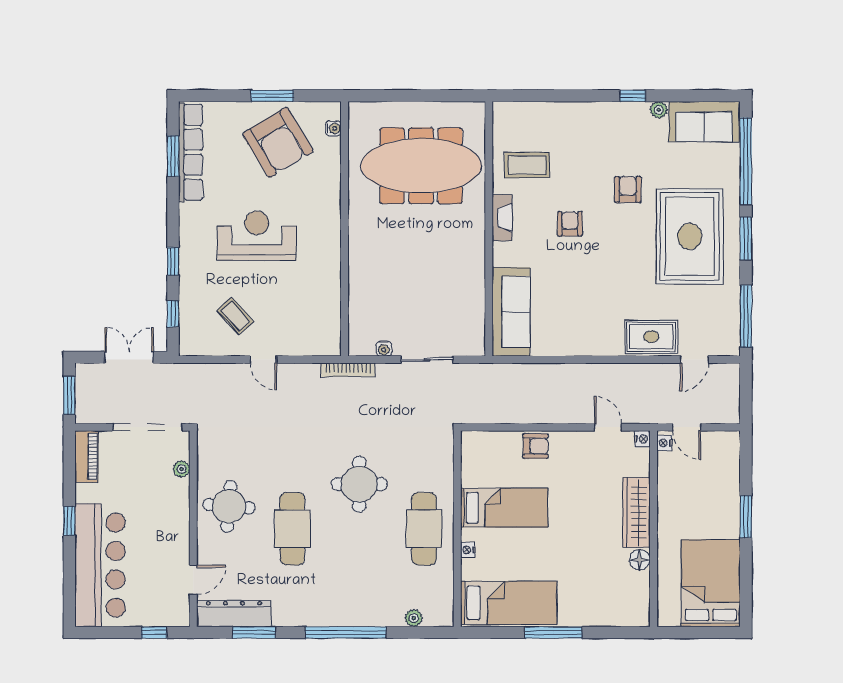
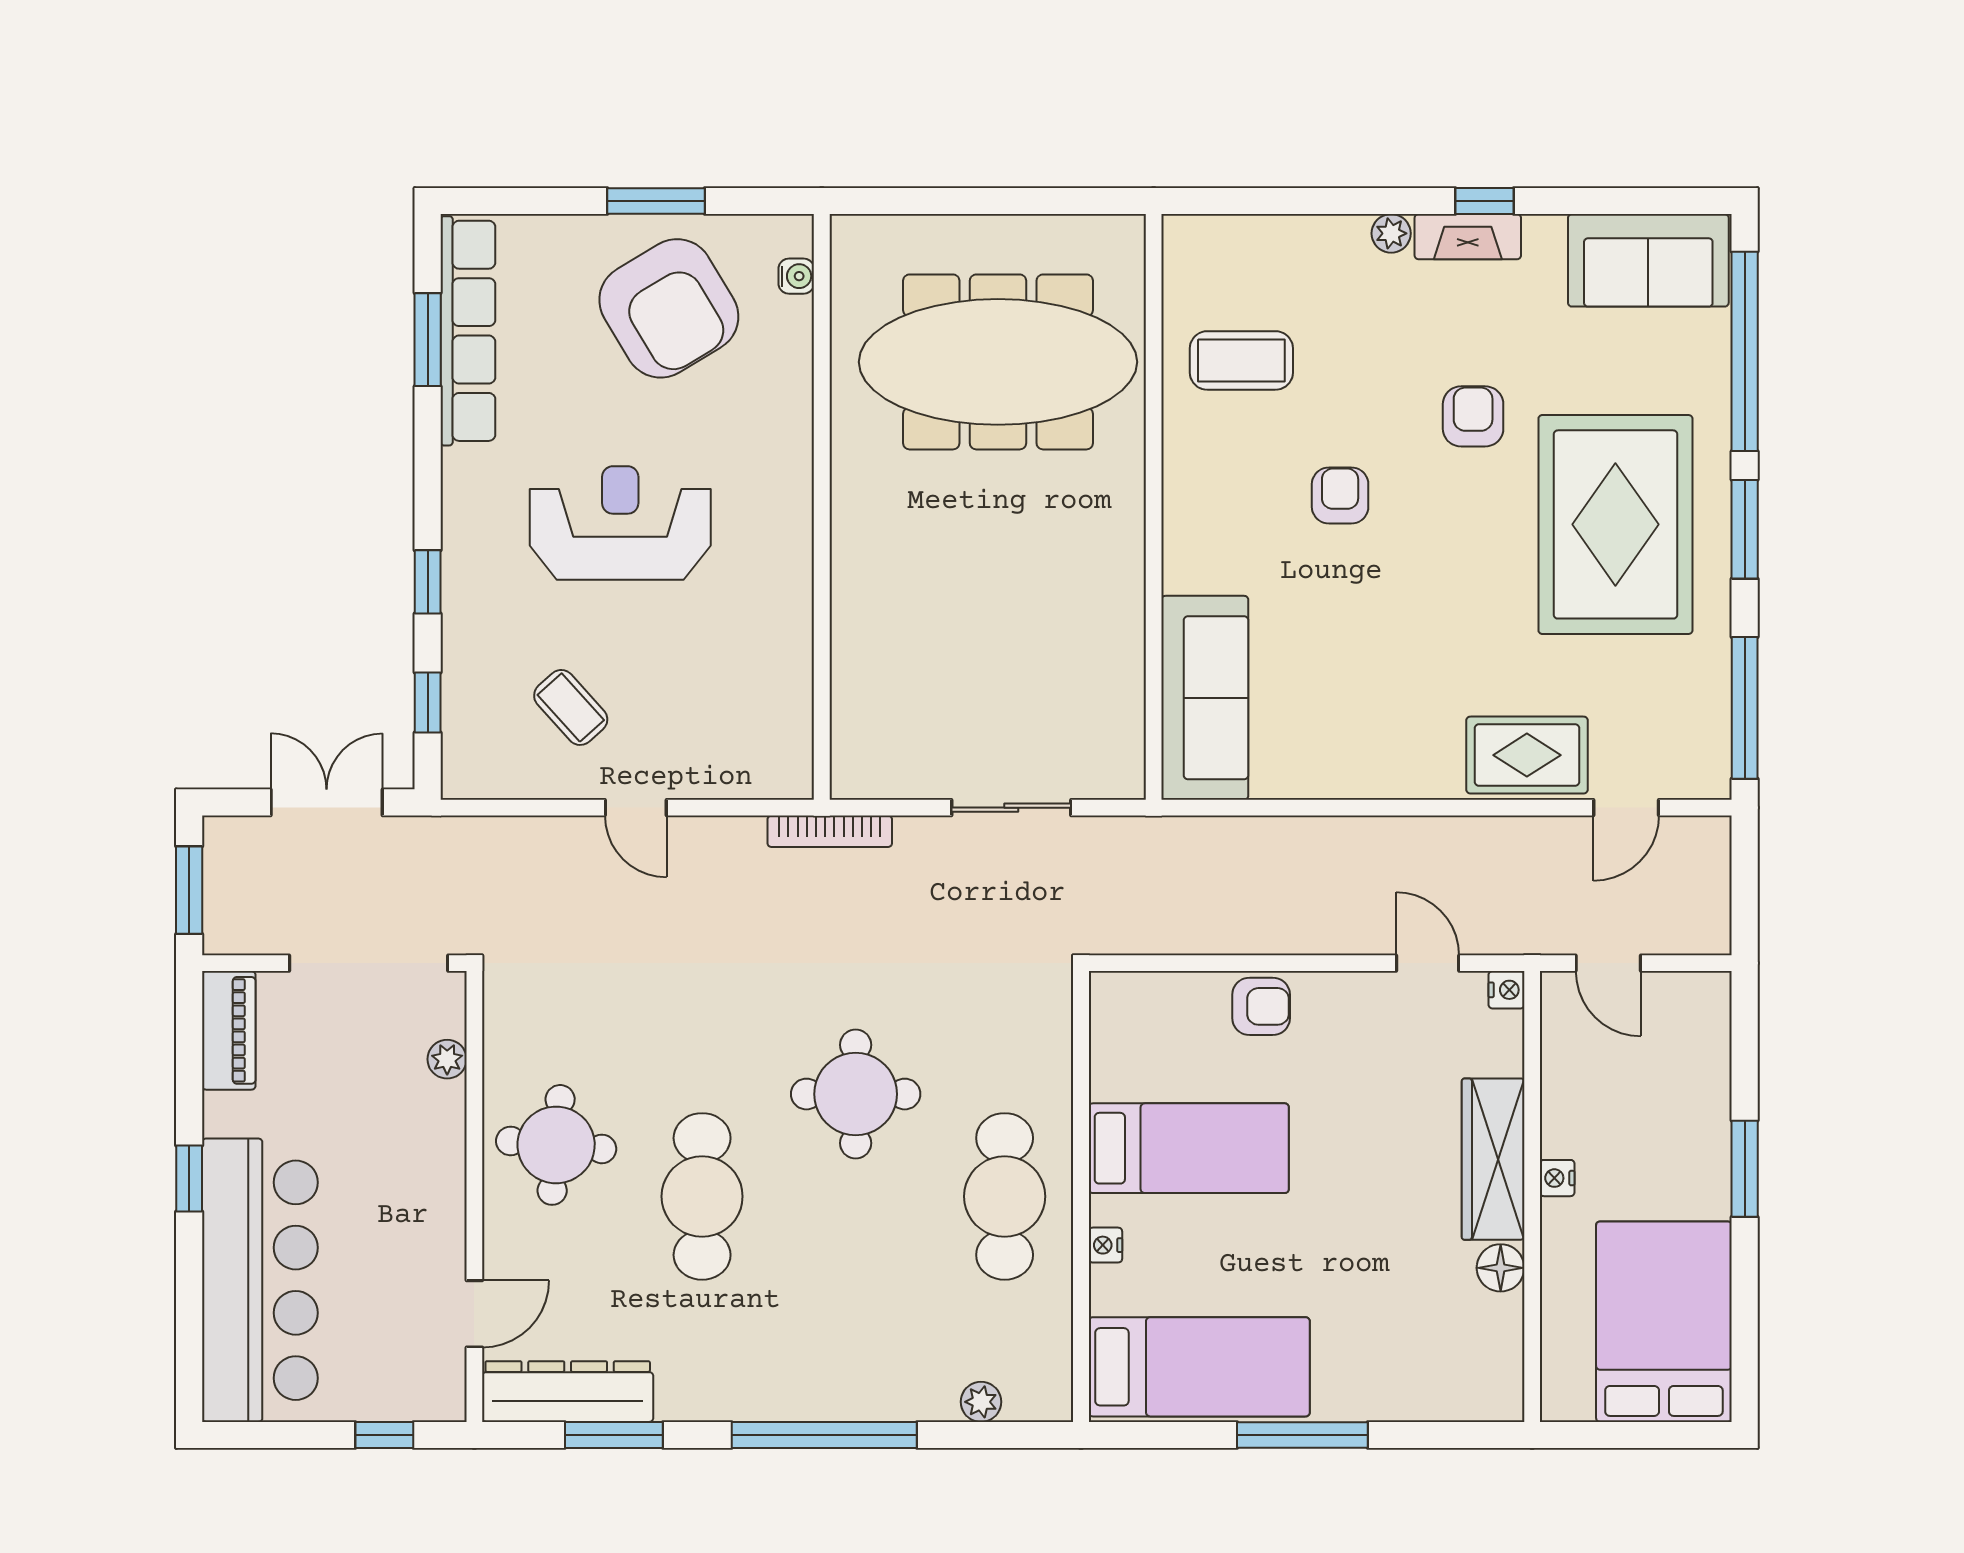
plant: (659, 110) -> (1391, 233), moved
fireplace: (502, 218) -> (1468, 237), moved, turned 90
water cooler: (384, 349) -> (912, 782), removed
nightstand: (664, 443) -> (1557, 1178), moved

